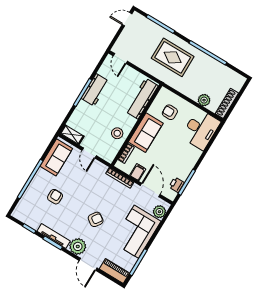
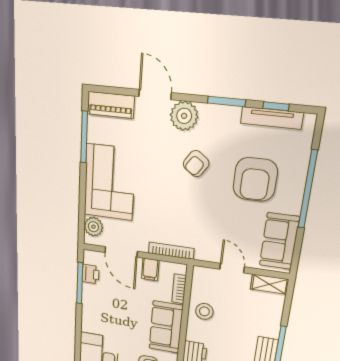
armchair: (55, 197) -> (255, 179), width x1.88, depth x1.88
armchair: (96, 219) -> (196, 164), moved
tv unit: (54, 236) -> (272, 118), moved

